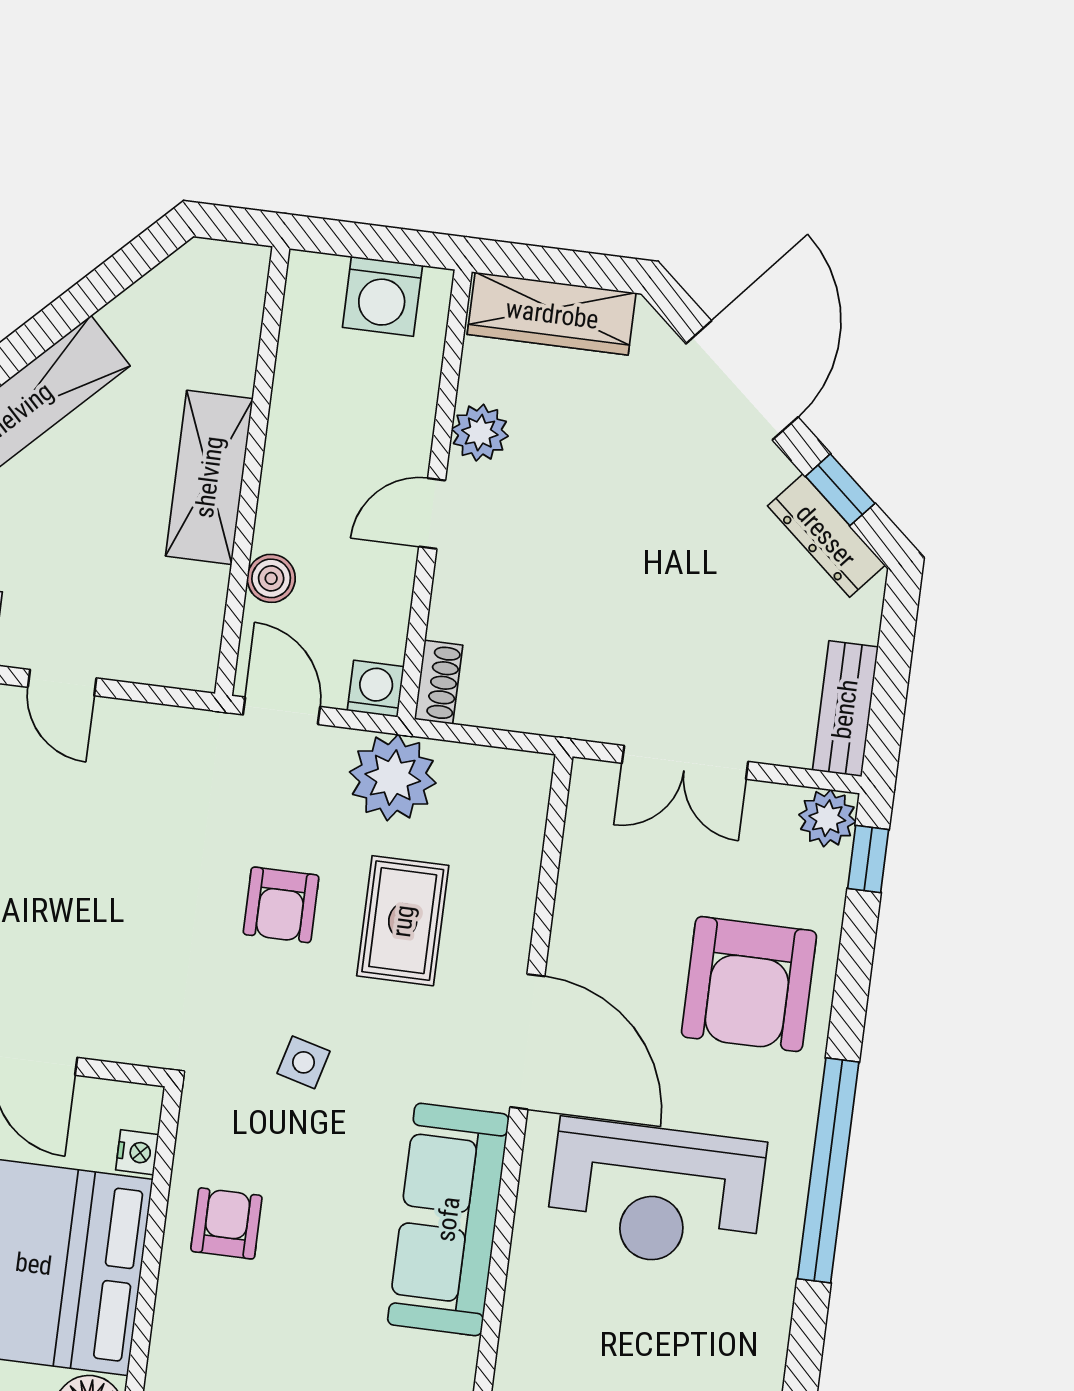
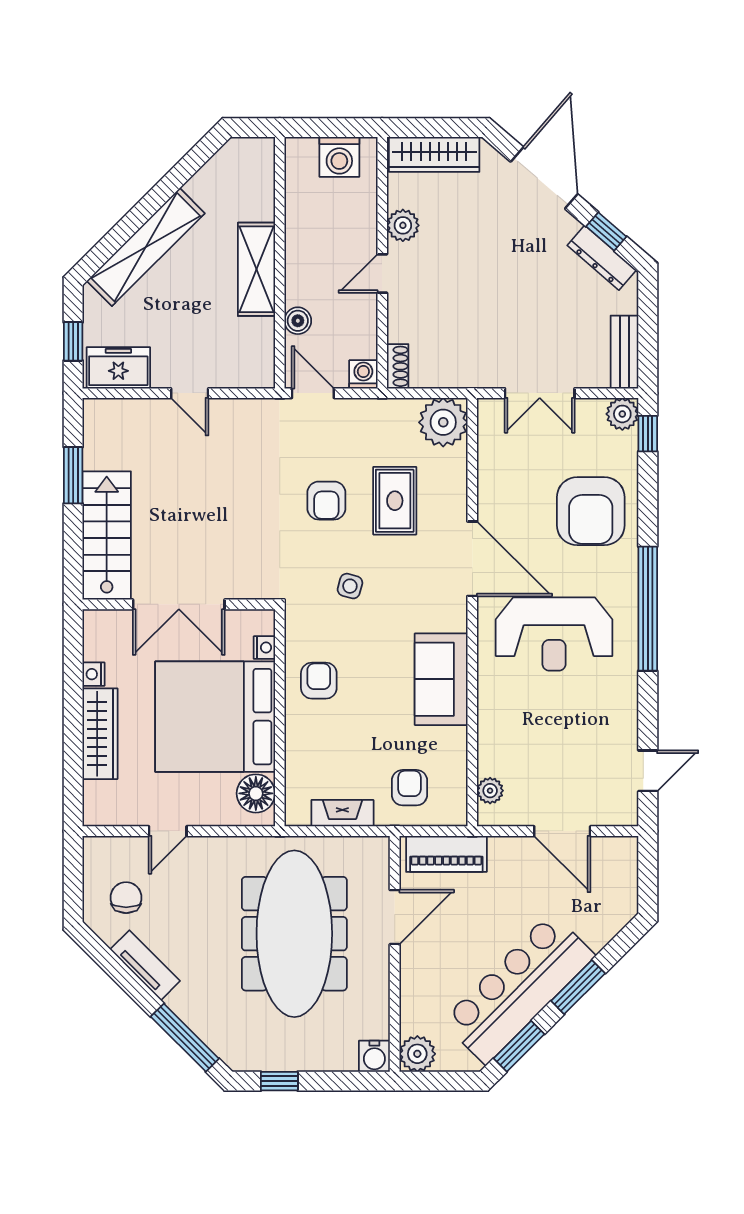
plant: (393, 778) -> (443, 422), moved
sofa: (448, 1219) -> (441, 679), width x0.73

